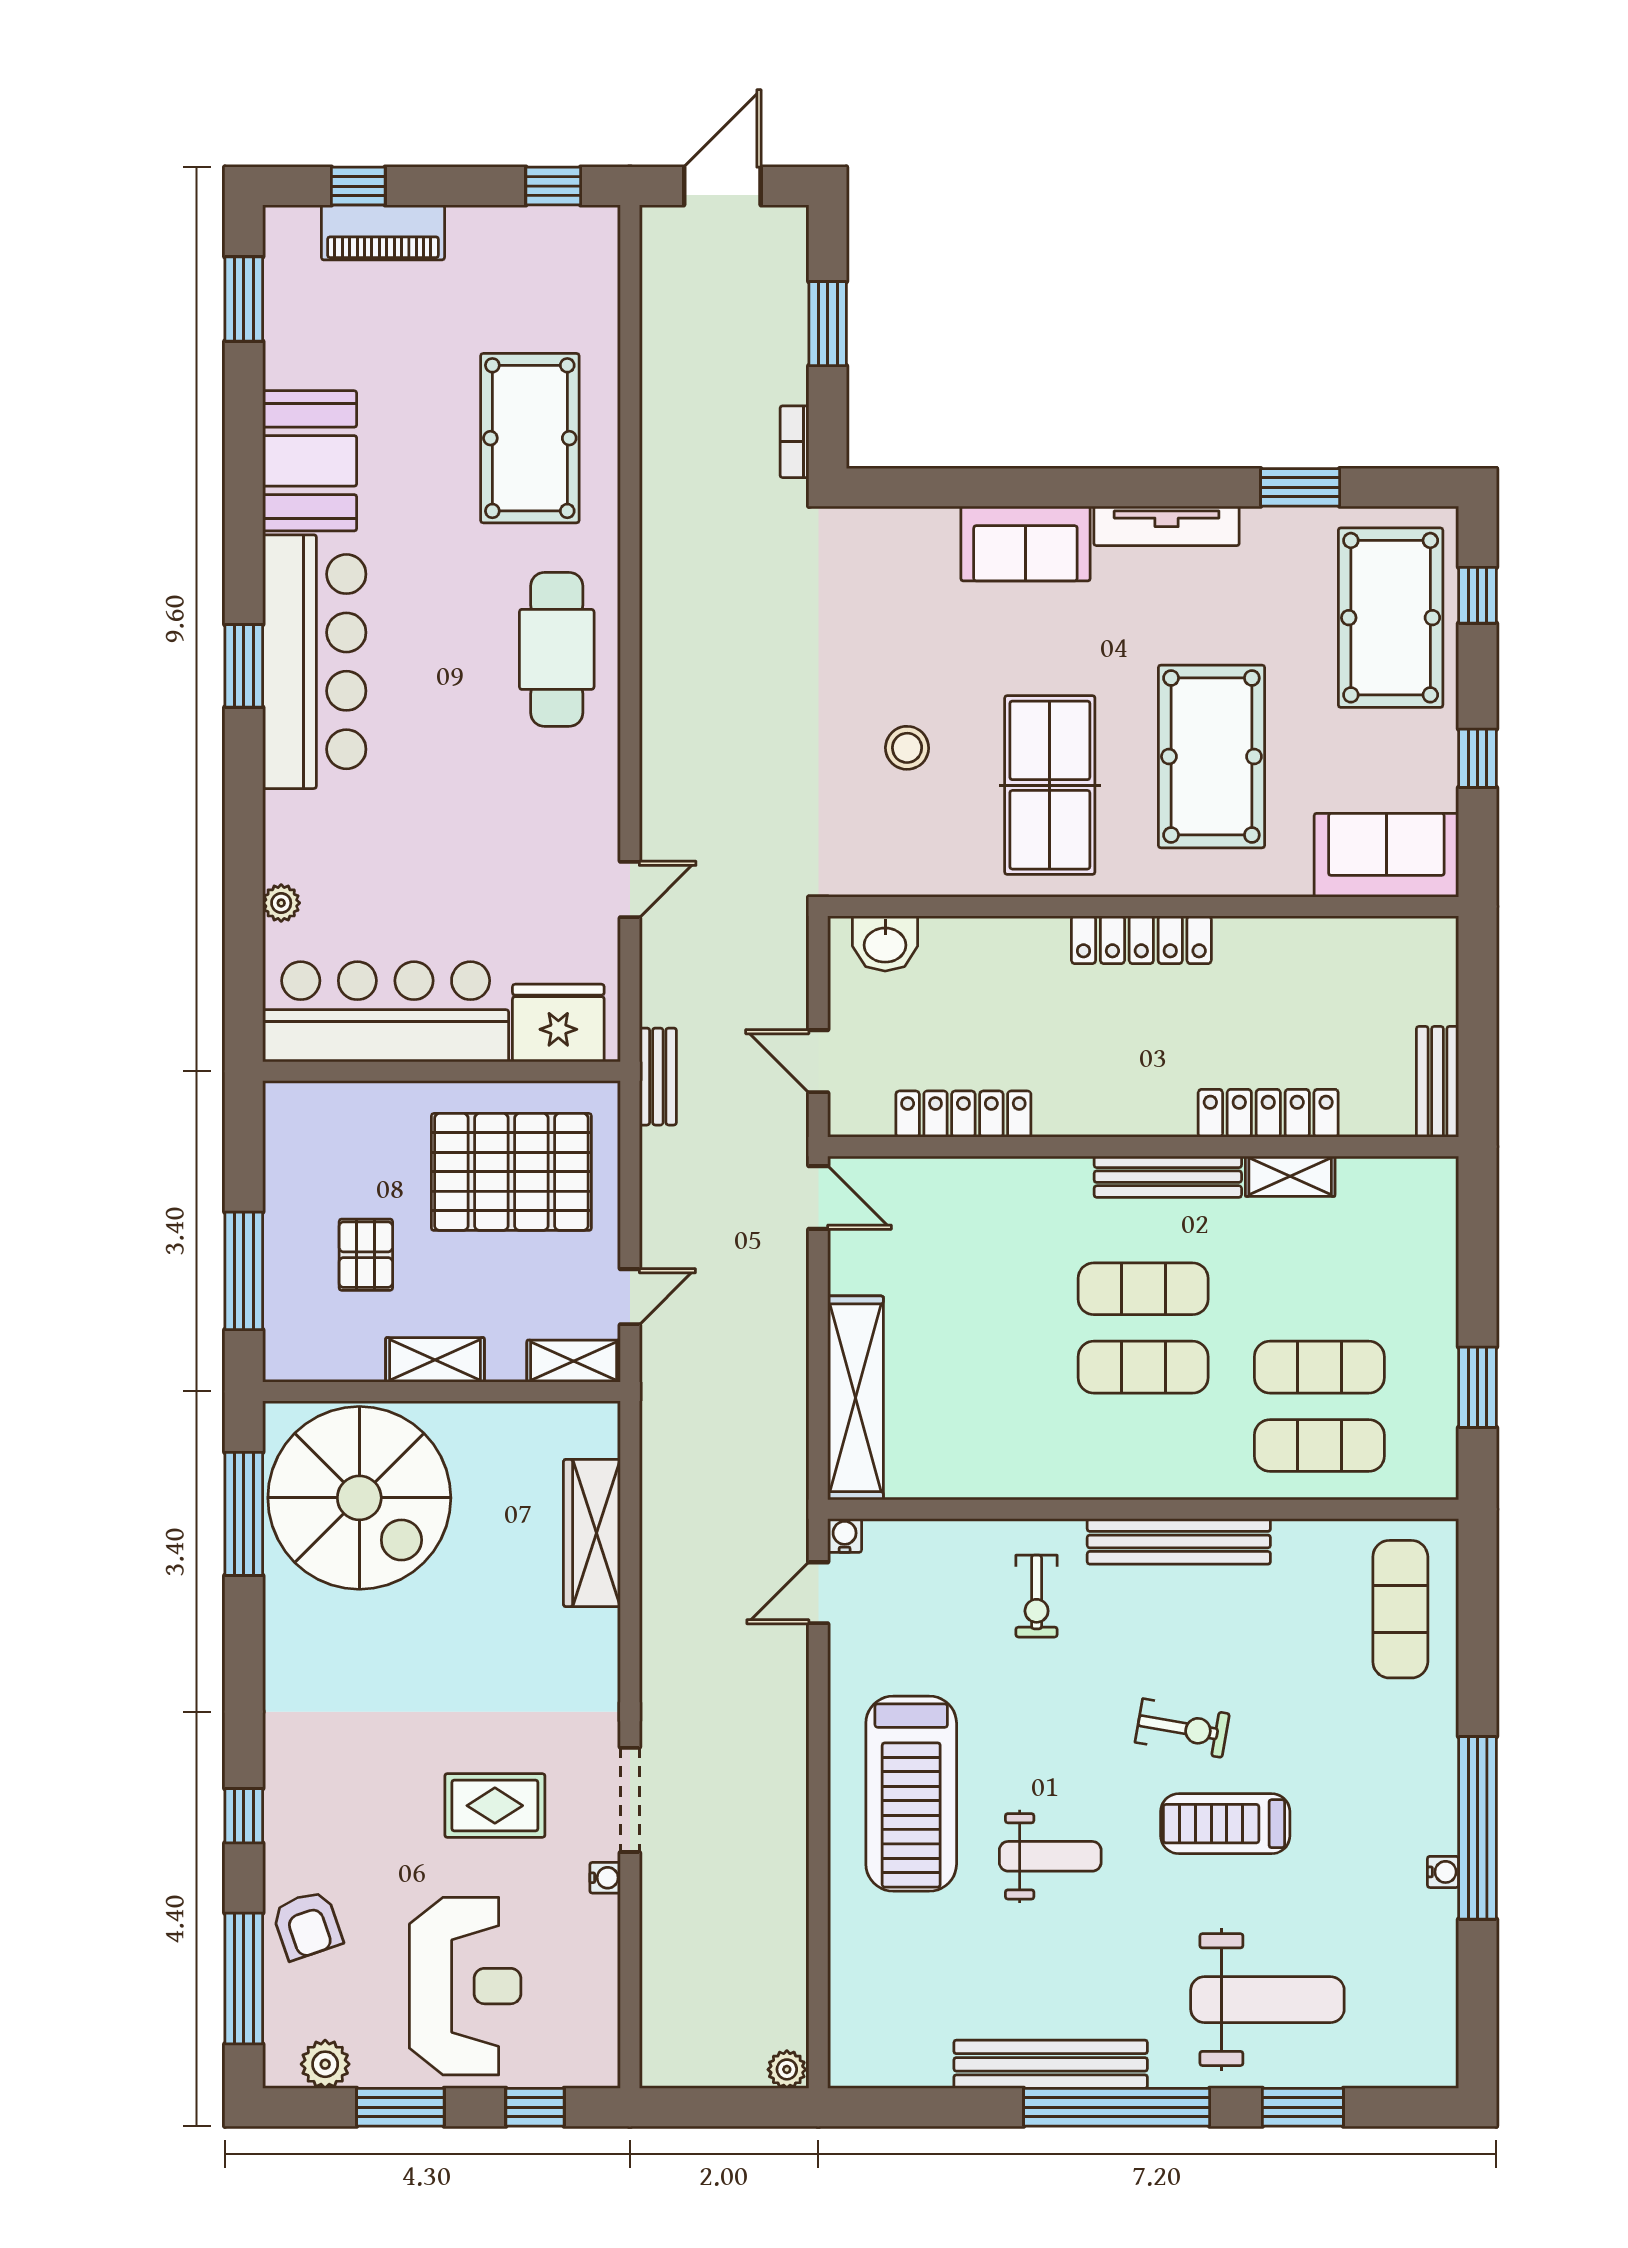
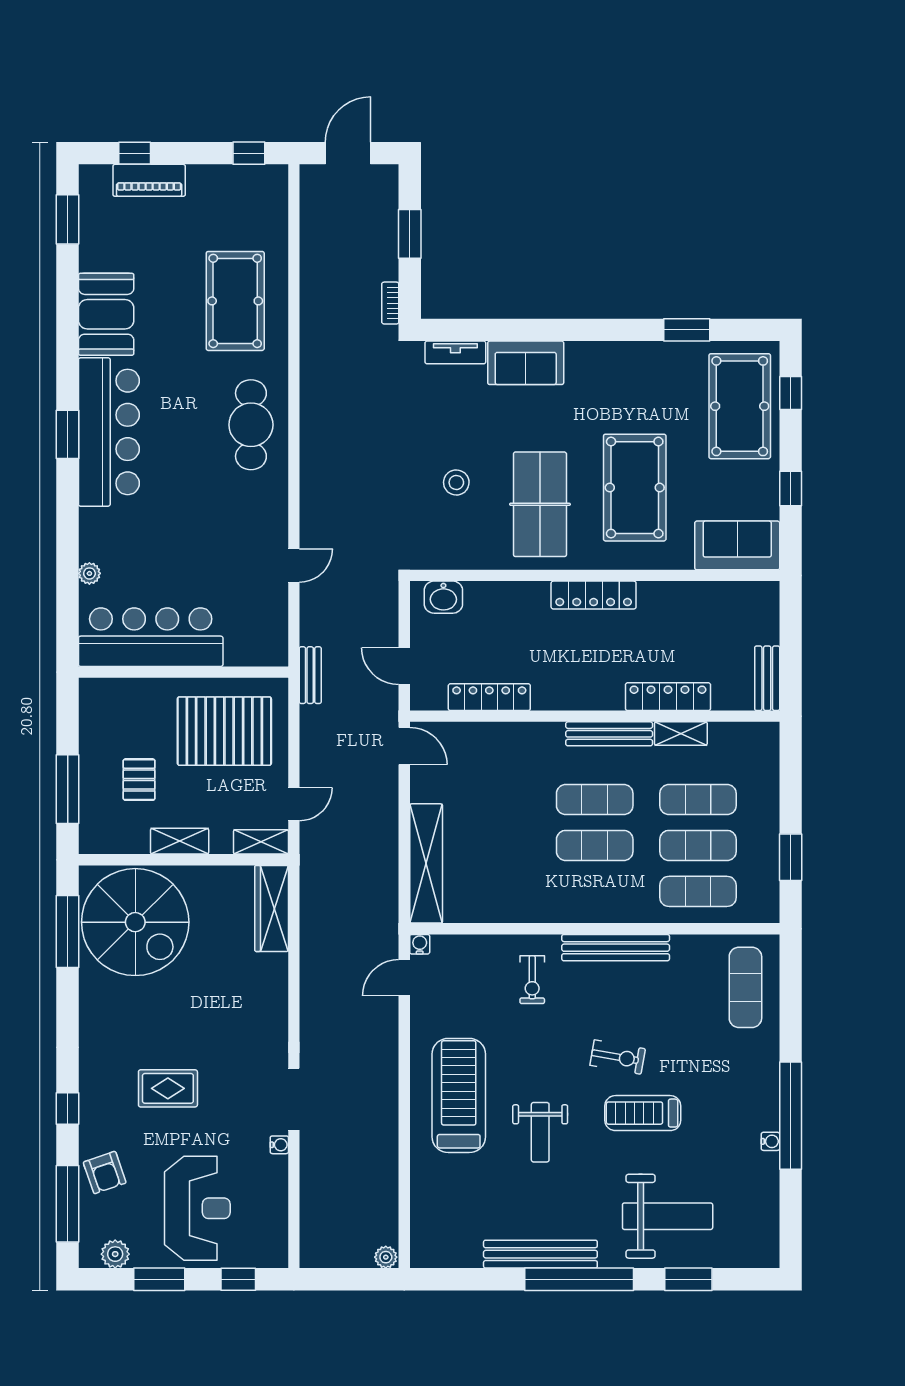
tv unit: (1167, 526) -> (455, 352), moved, width x0.71
fridge: (558, 1023) -> (252, 644), removed
exercise mat: (1319, 1289) -> (698, 800), added
wardrobe: (592, 1533) -> (272, 908), moved
treadmill: (911, 1794) -> (459, 1095), turned 180
rug: (495, 1806) -> (168, 1088), moved
weight bench: (1050, 1856) -> (540, 1132), turned 90

